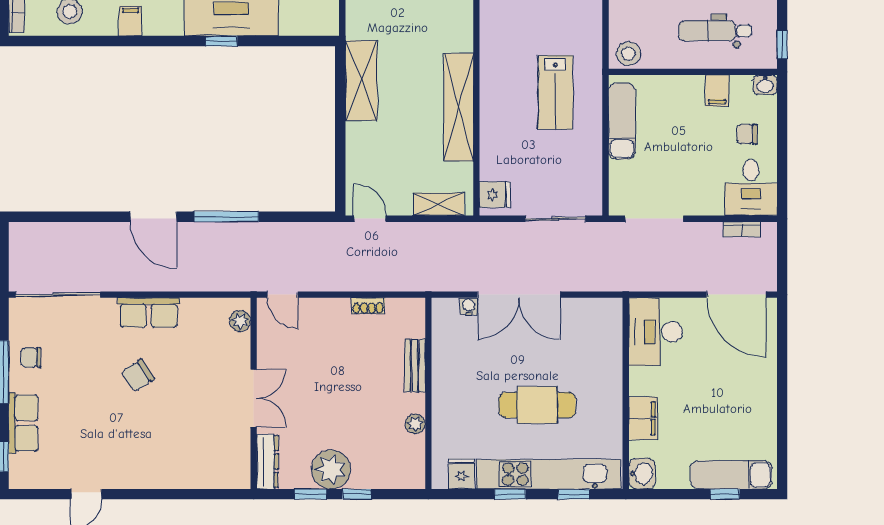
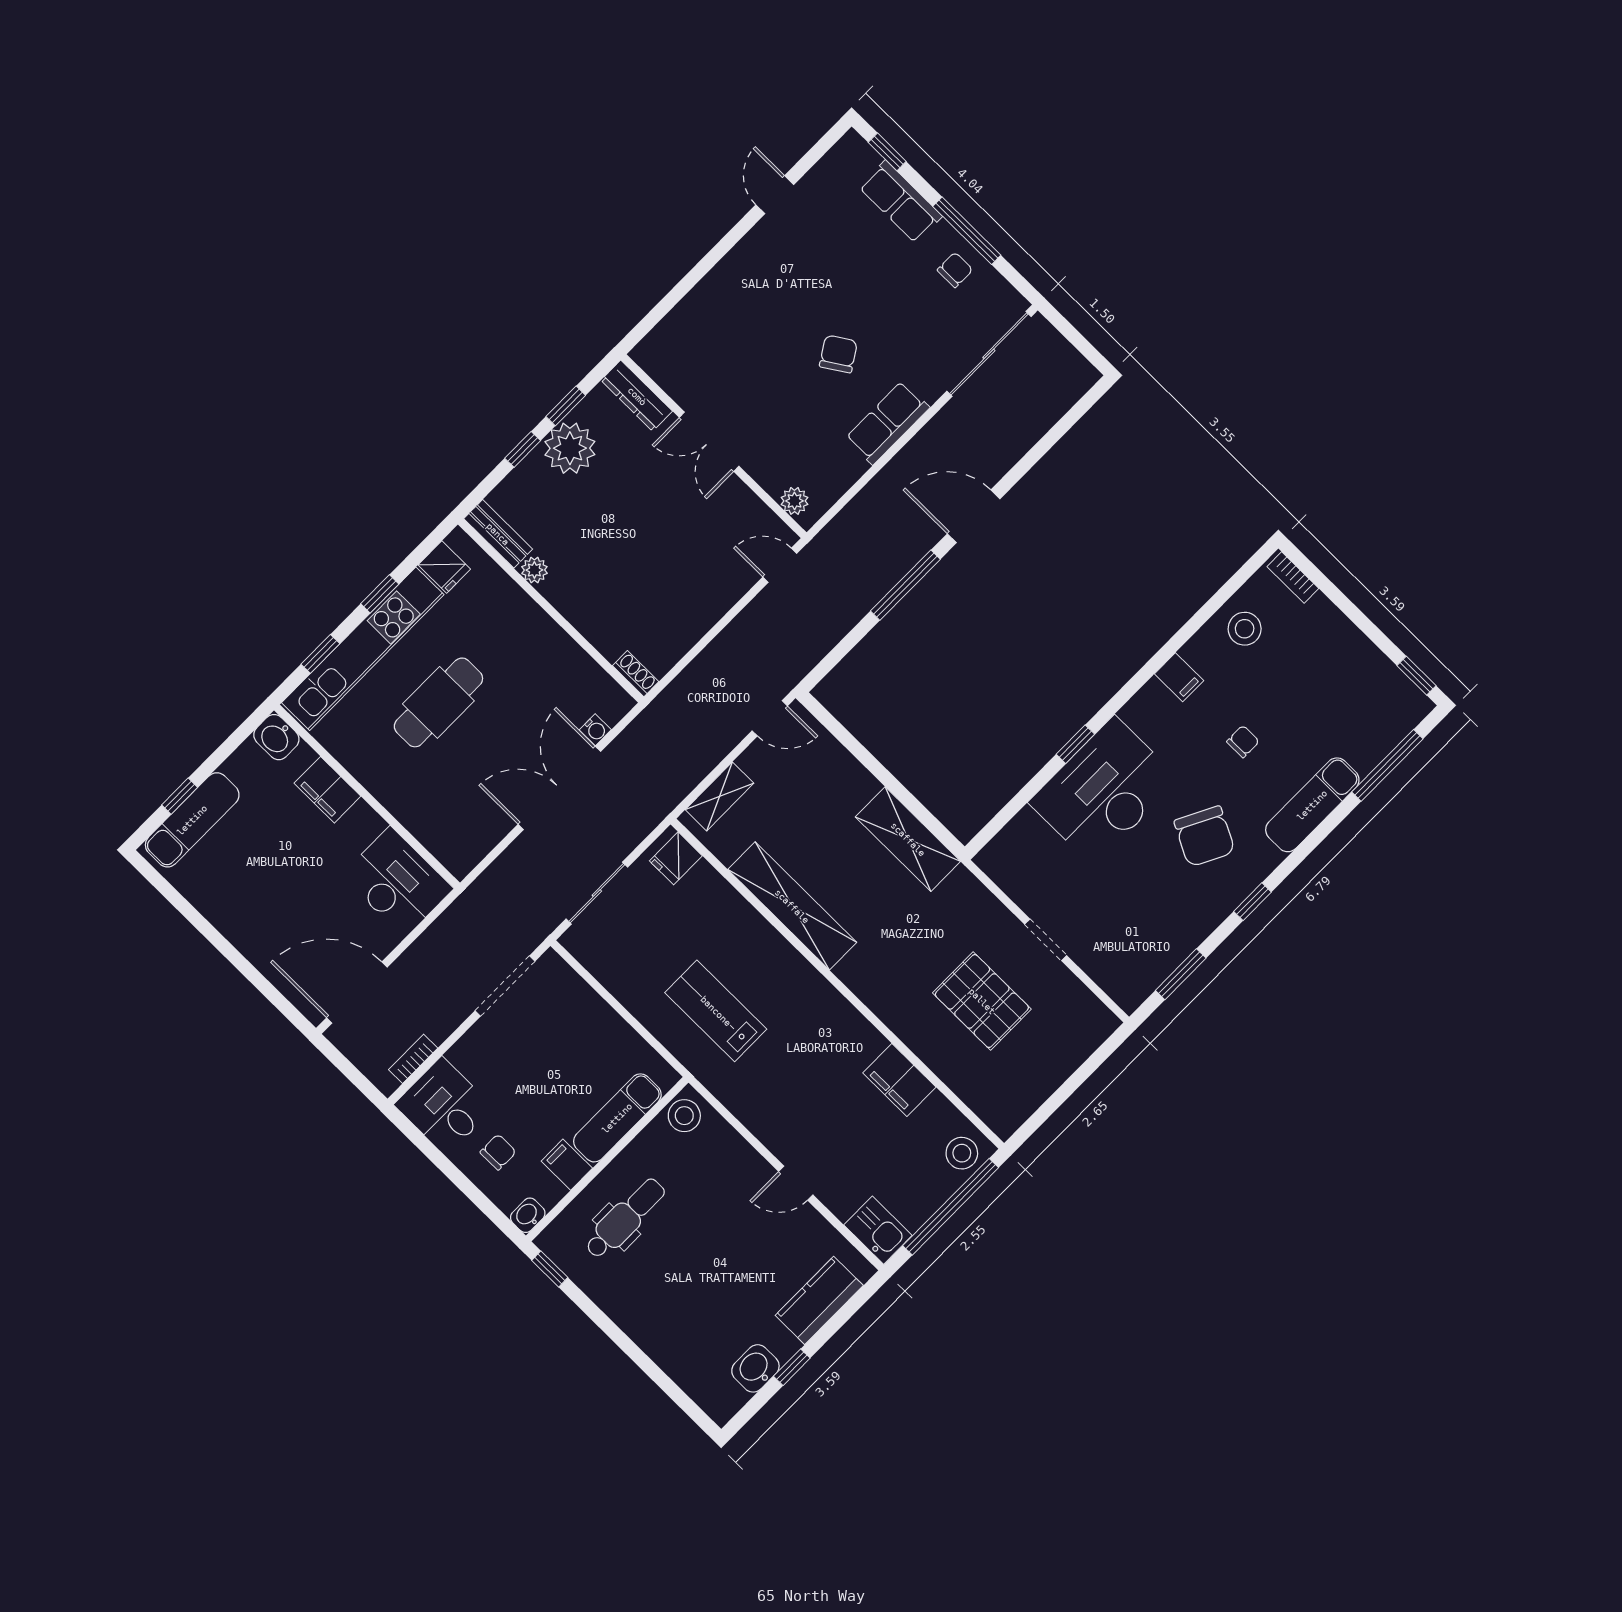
exam couch: (622, 121) -> (617, 1118), moved, turned 90
shoe rack: (368, 306) -> (636, 674), moved, turned 90
bench: (415, 366) -> (498, 534), moved

